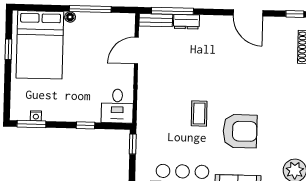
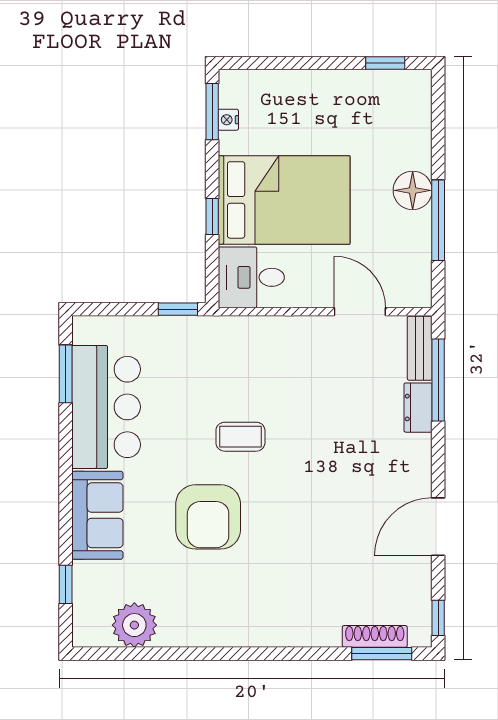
floor lamp: (70, 17) -> (413, 190), width x1.89, depth x1.89
bed: (40, 45) -> (284, 200), moved, turned 180
window: (8, 49) -> (385, 63), moved

